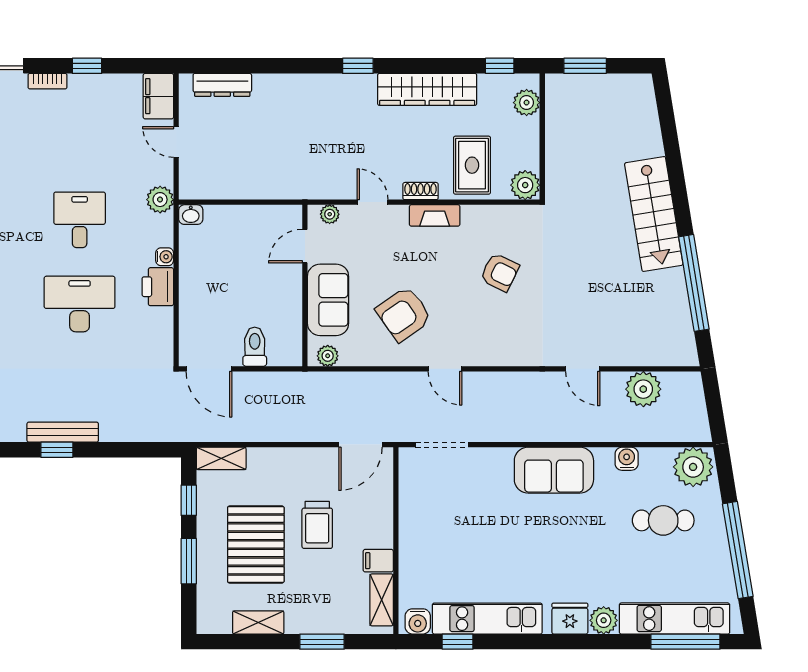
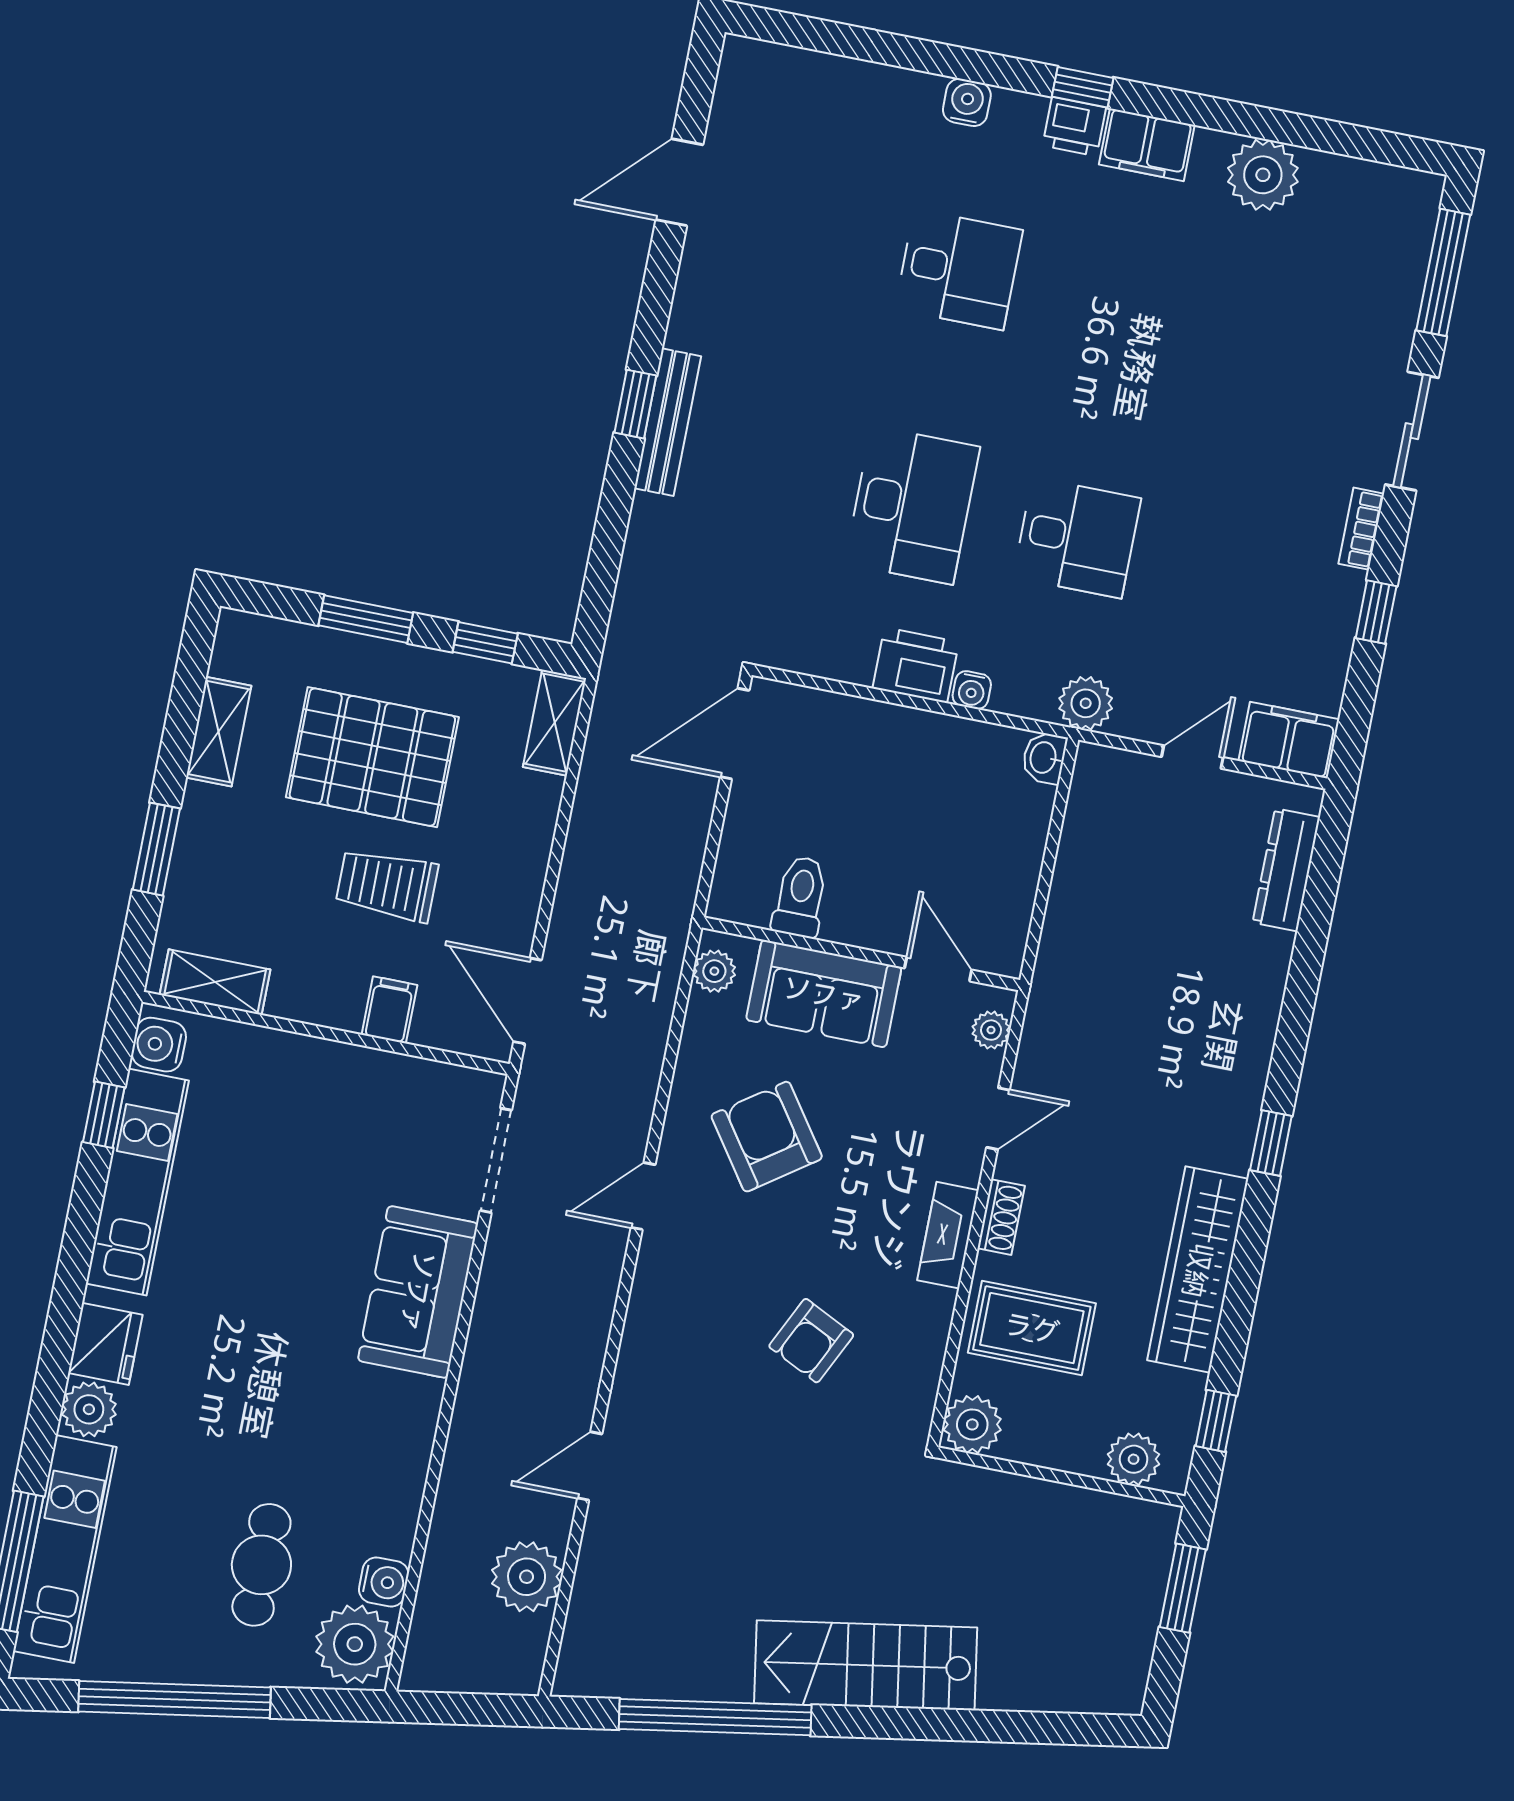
toilet: (255, 347) -> (800, 897), moved, turned -90
water cooler: (627, 459) -> (384, 1582), moved
sofa: (554, 470) -> (418, 1292), moved
filing cabinet: (378, 561) -> (389, 1010), moved

